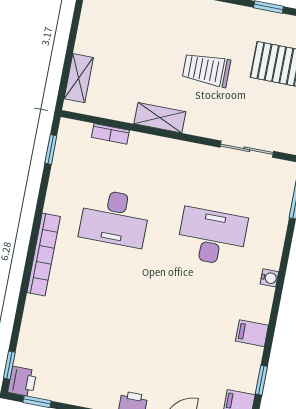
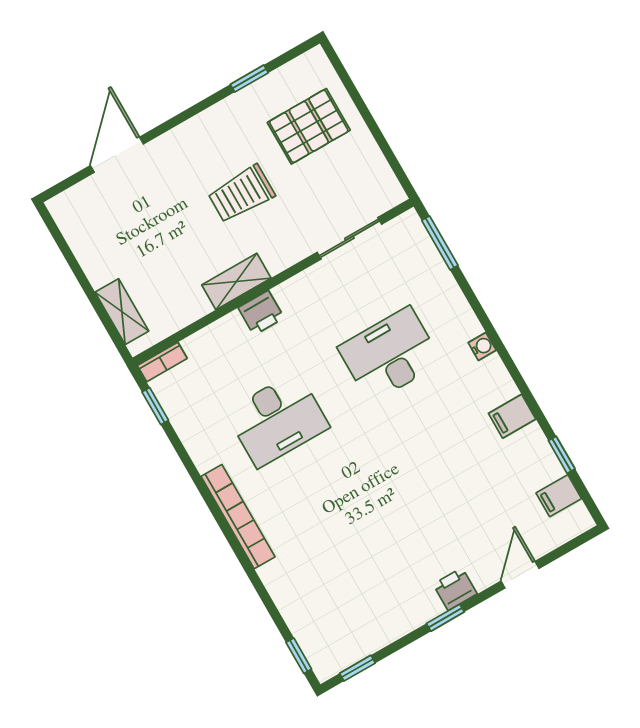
bookcase: (110, 134) -> (162, 362), moved
printer: (22, 381) -> (261, 313), moved, turned 90

